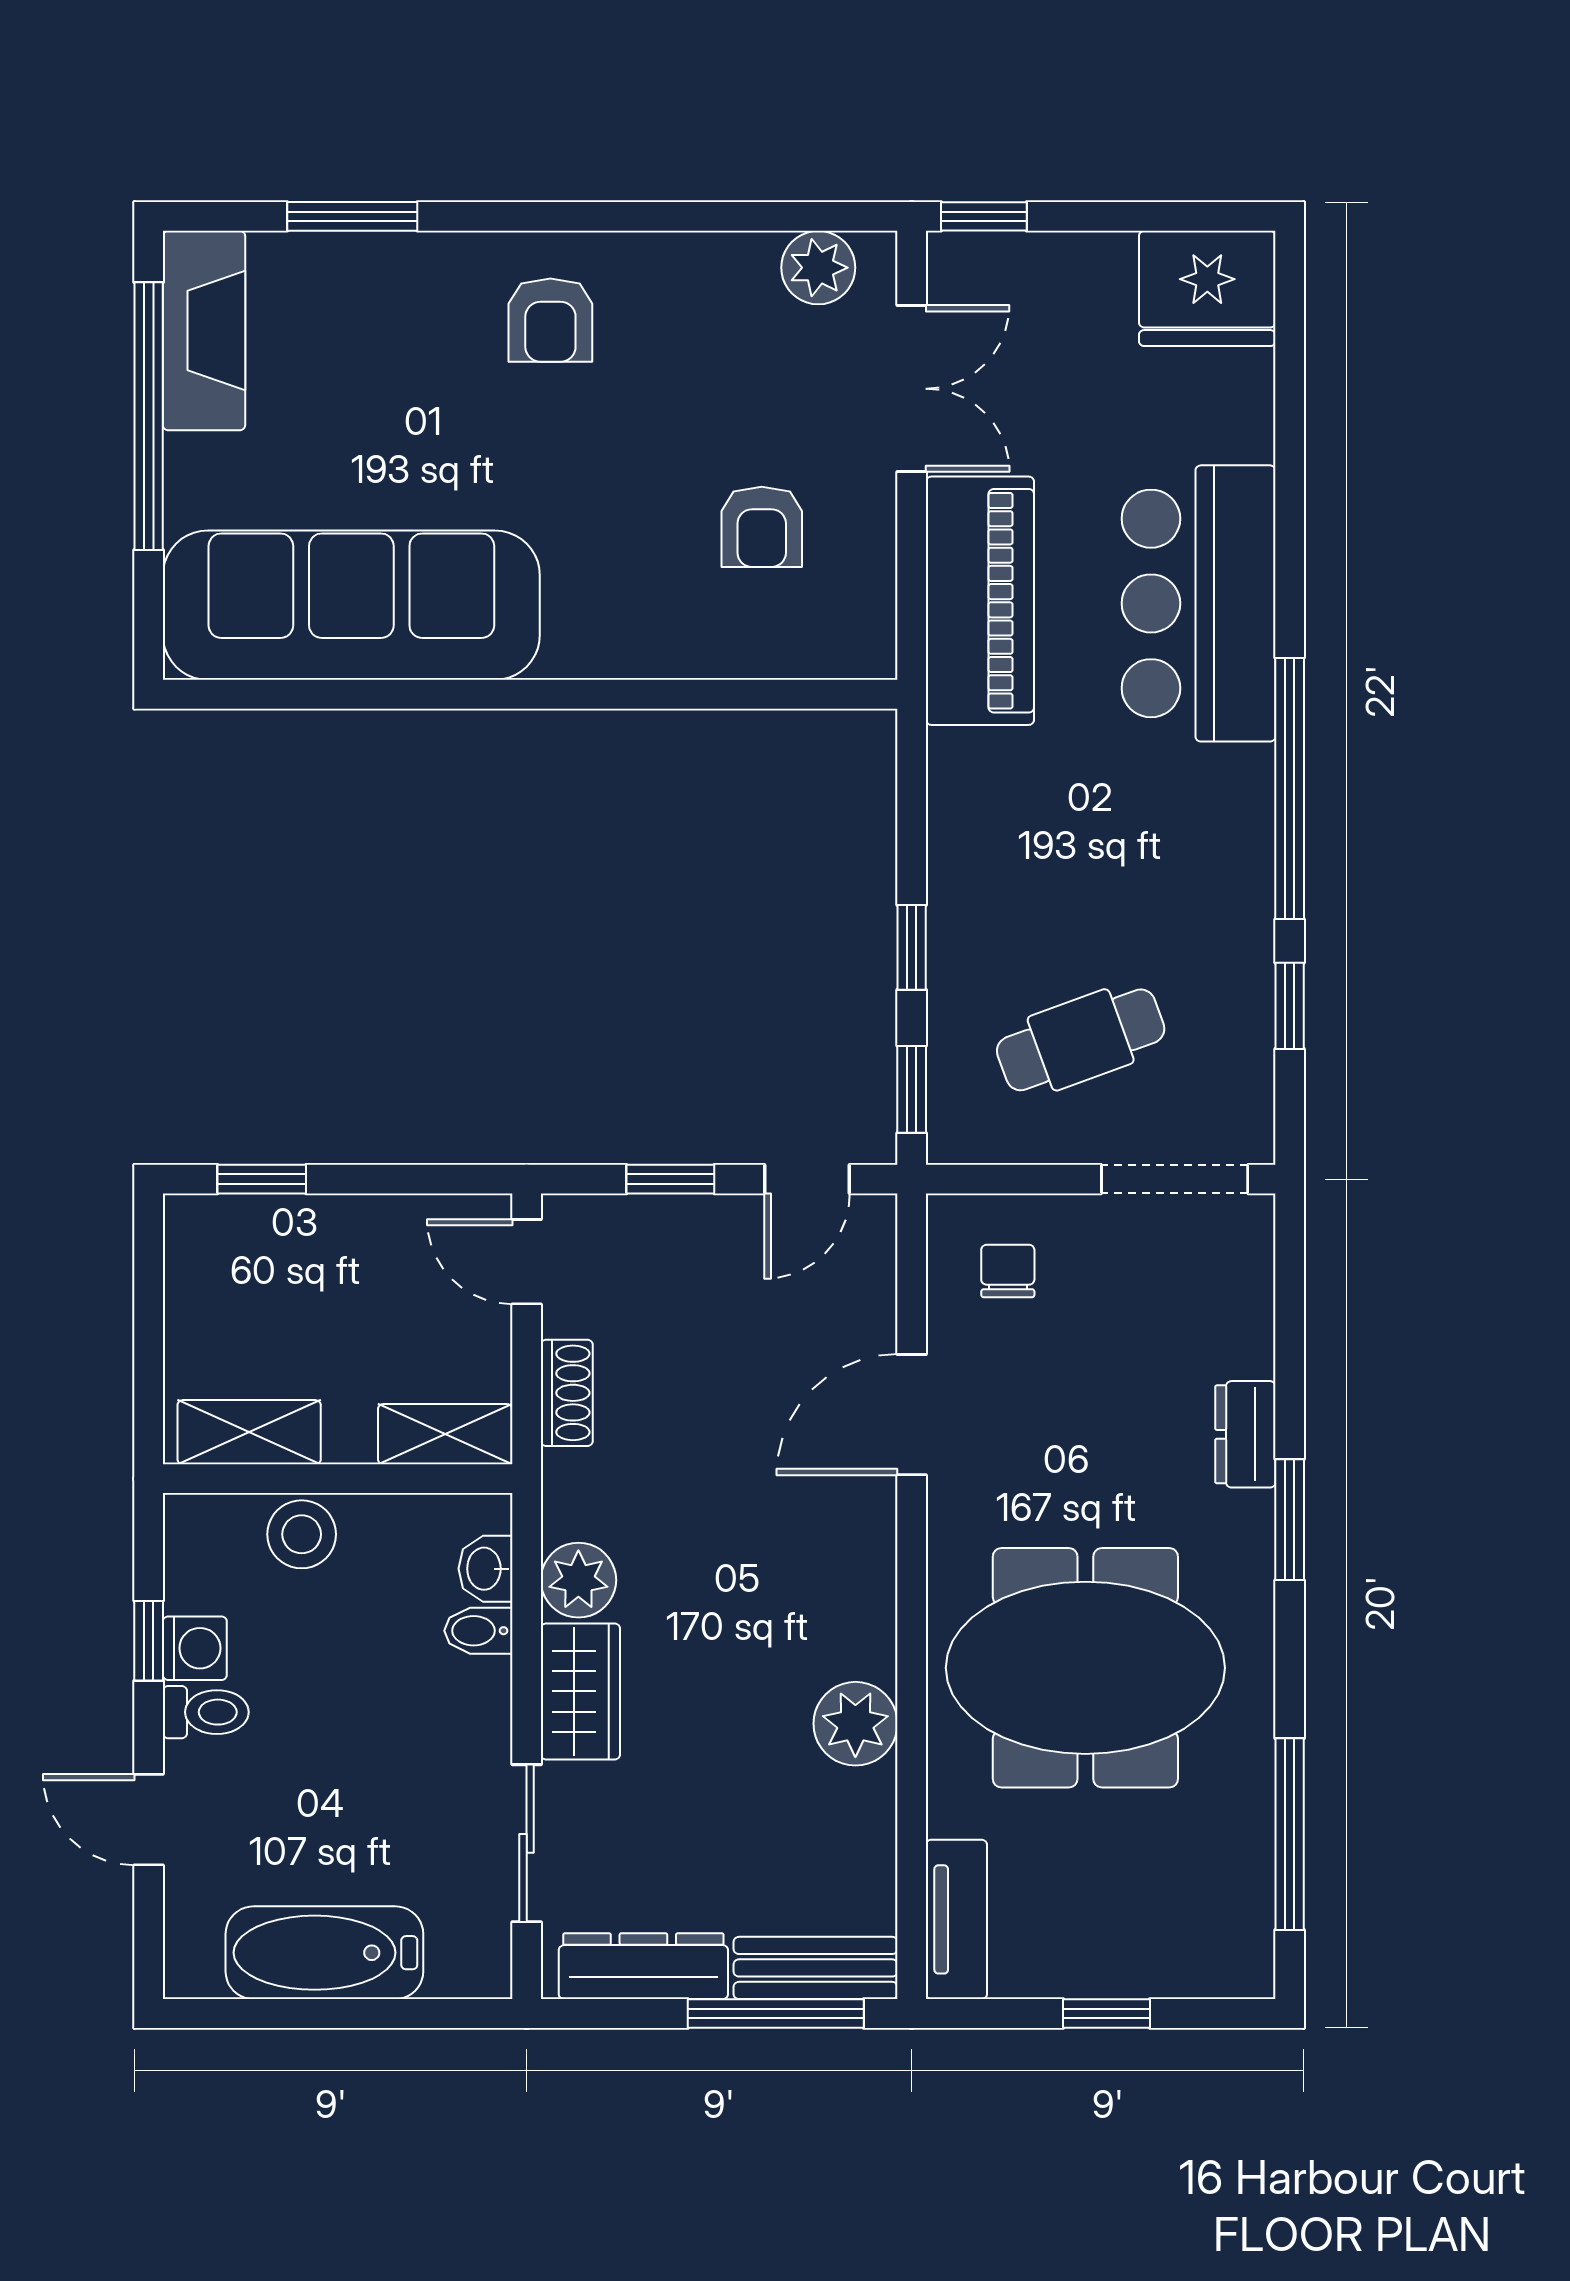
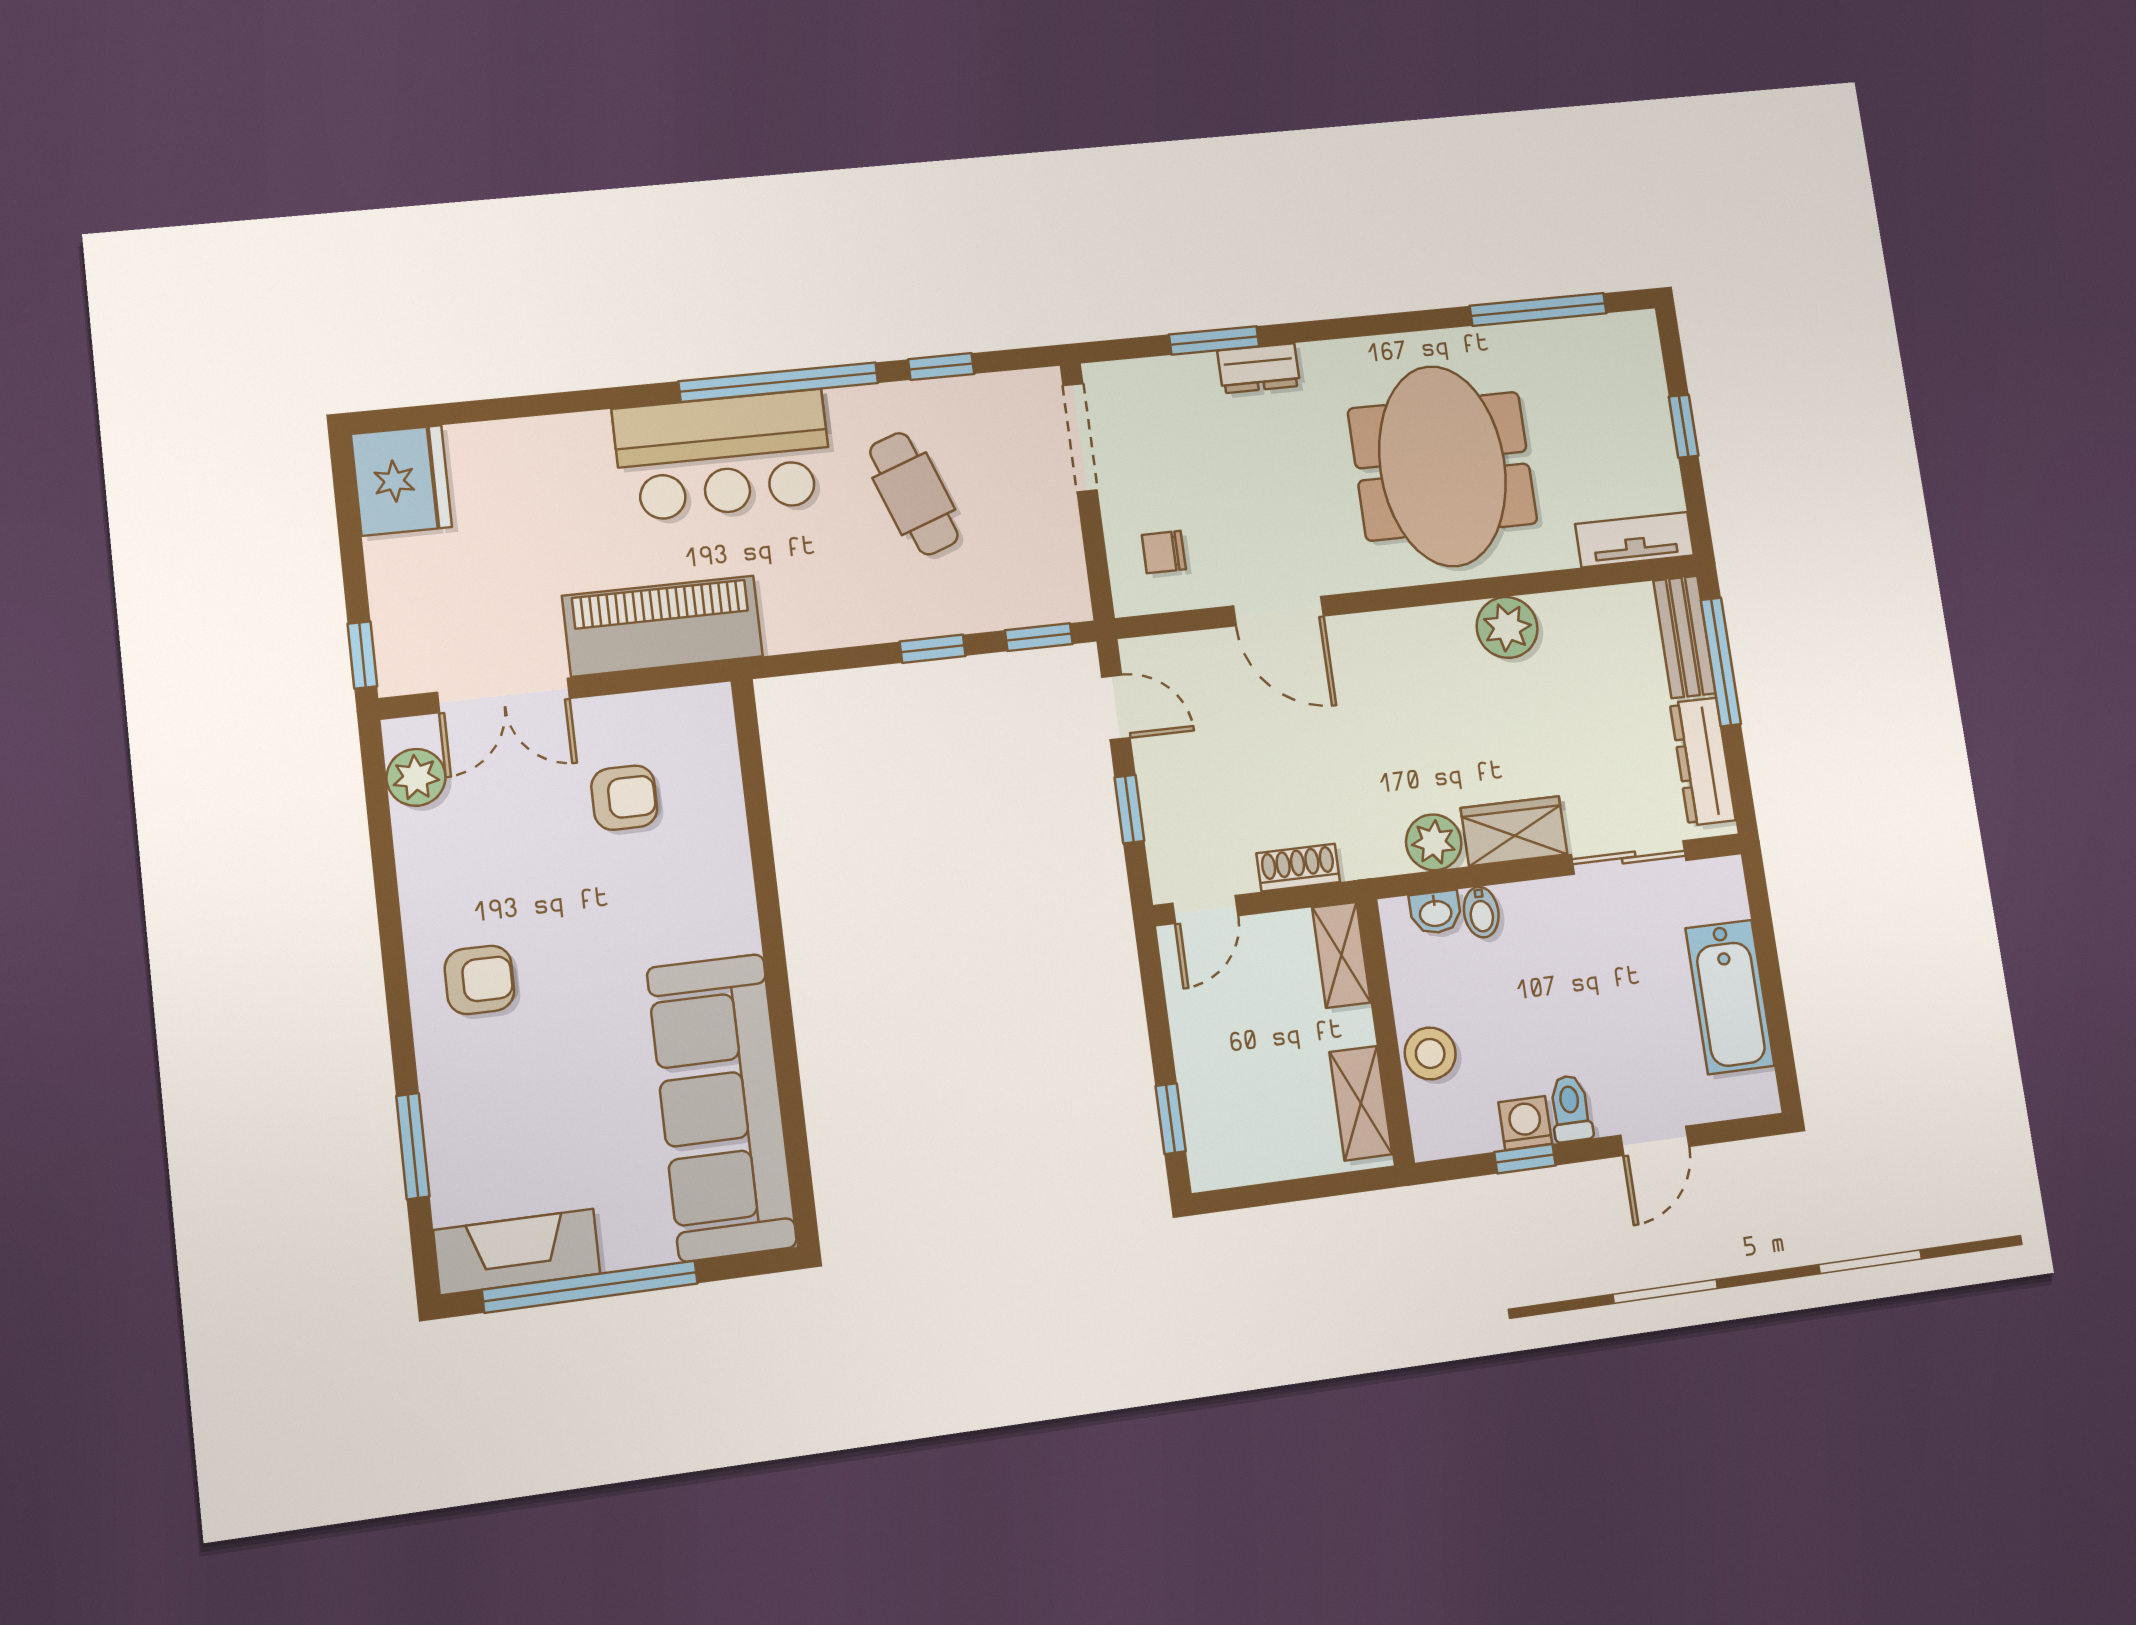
double door: (912, 389) -> (504, 695), swing flipped
bar counter: (1199, 603) -> (723, 455), moved
cafe table: (1081, 1040) -> (914, 494), moved
window: (1290, 1520) -> (1214, 340), moved

